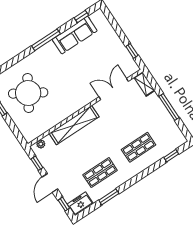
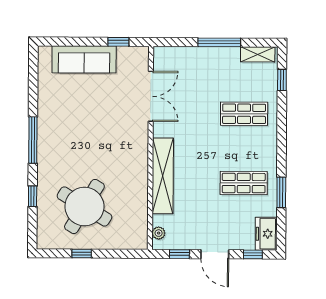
window: (81, 16) -> (33, 196), moved
sofa: (75, 35) -> (84, 59), moved, turned 90
shelving: (144, 84) -> (258, 54), moved
double door: (114, 89) -> (151, 96), swing flipped
shop shelf: (139, 147) -> (244, 114), turned 90
shop shelf: (100, 173) -> (244, 183), turned 90

